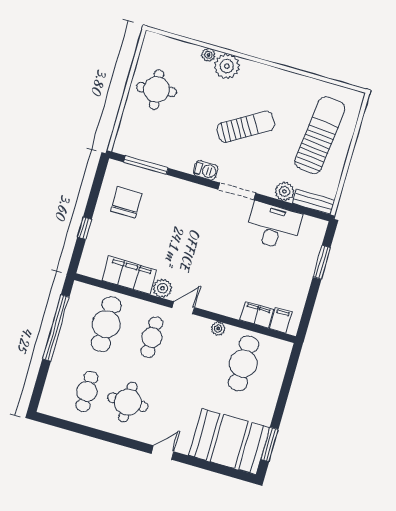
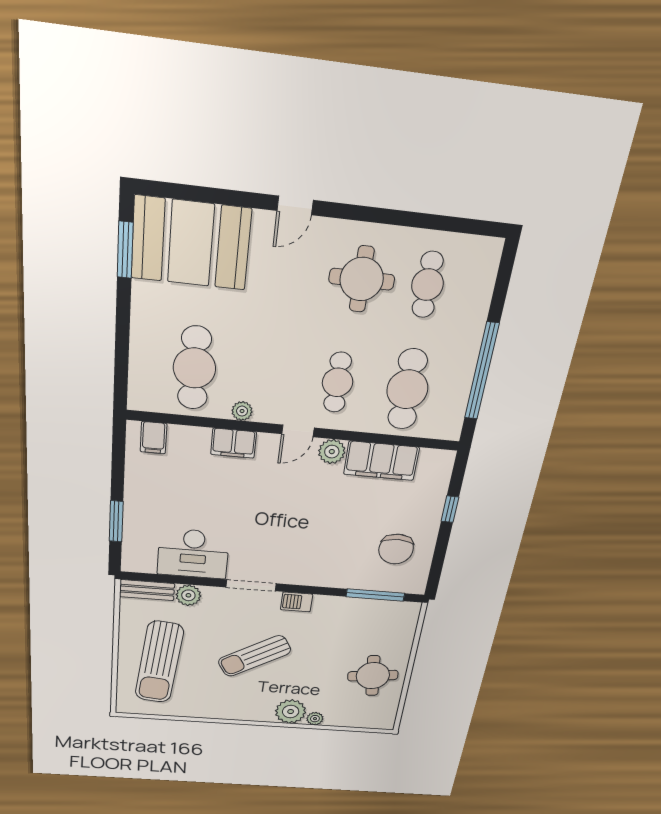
filing cabinet: (257, 315) -> (234, 443), moved

